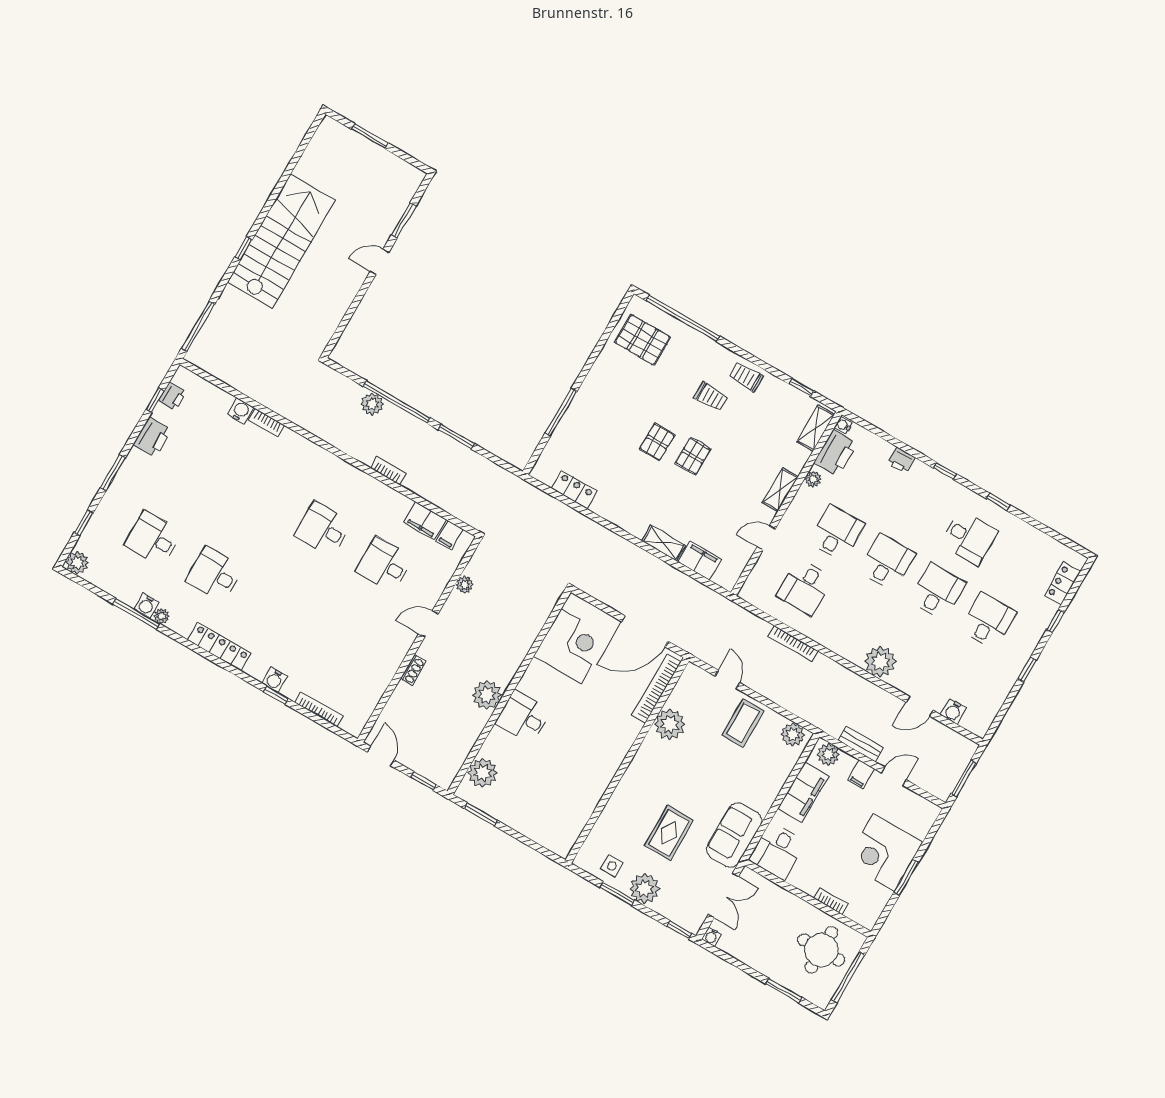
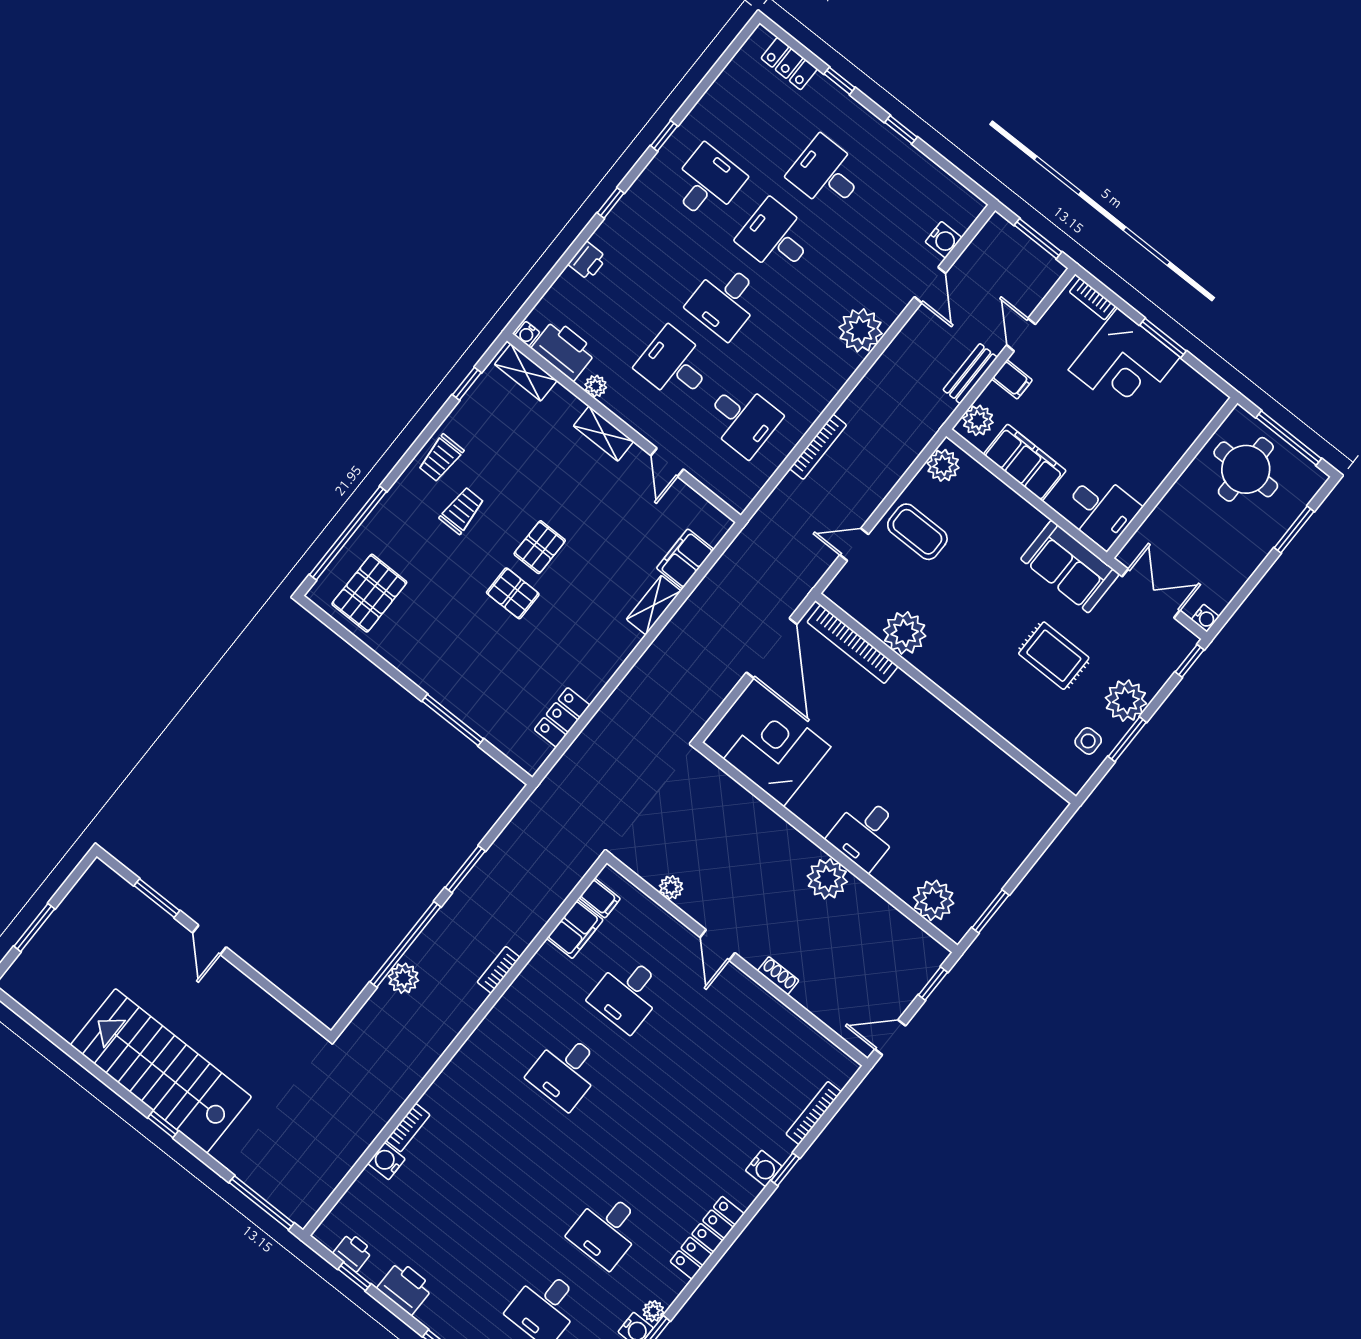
pallet: (693, 456) -> (540, 547), turned 90
desk: (887, 562) -> (725, 301), turned -90
bookcase: (831, 901) -> (1092, 299), moved, turned -90

